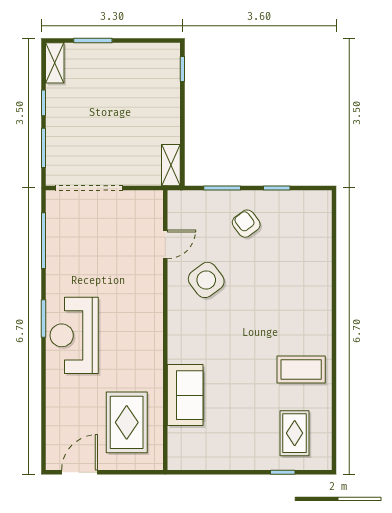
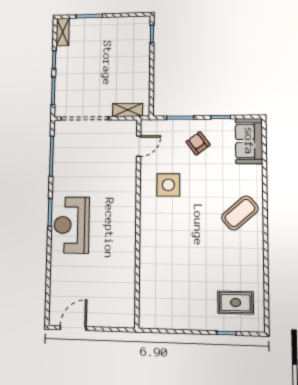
shelving: (171, 165) -> (128, 110), moved, turned 90
door: (165, 244) -> (139, 146), moved
side table: (206, 280) -> (168, 185), turned 37
coffee table: (301, 369) -> (240, 213), moved, turned -41
sofa: (185, 395) -> (249, 141), moved, turned 180
rug: (127, 422) -> (109, 291), removed
rug: (295, 433) -> (236, 303), turned 90

